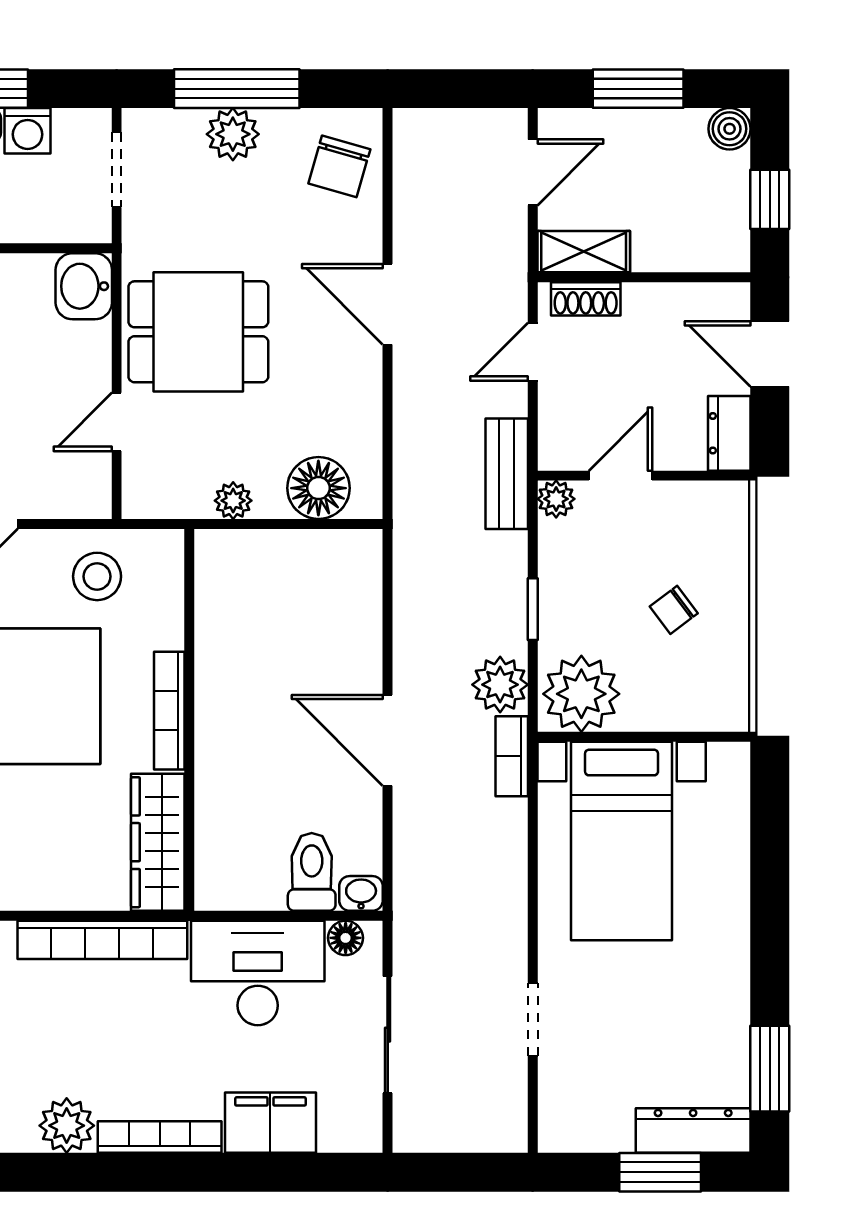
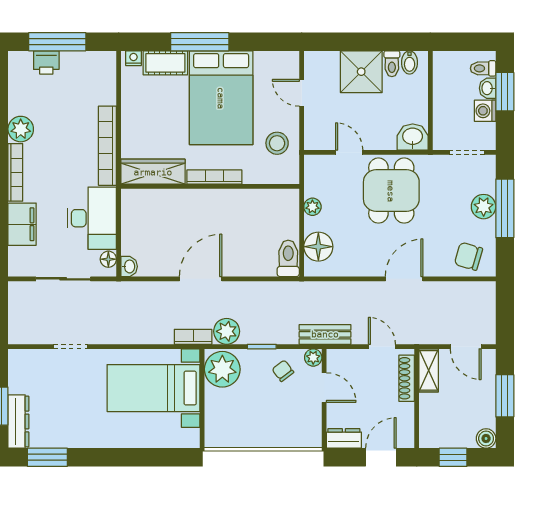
shoe rack: (586, 299) -> (407, 378), width x1.43
chair: (674, 610) -> (283, 371), moved
toilet: (312, 872) -> (288, 258), moved, turned -90

